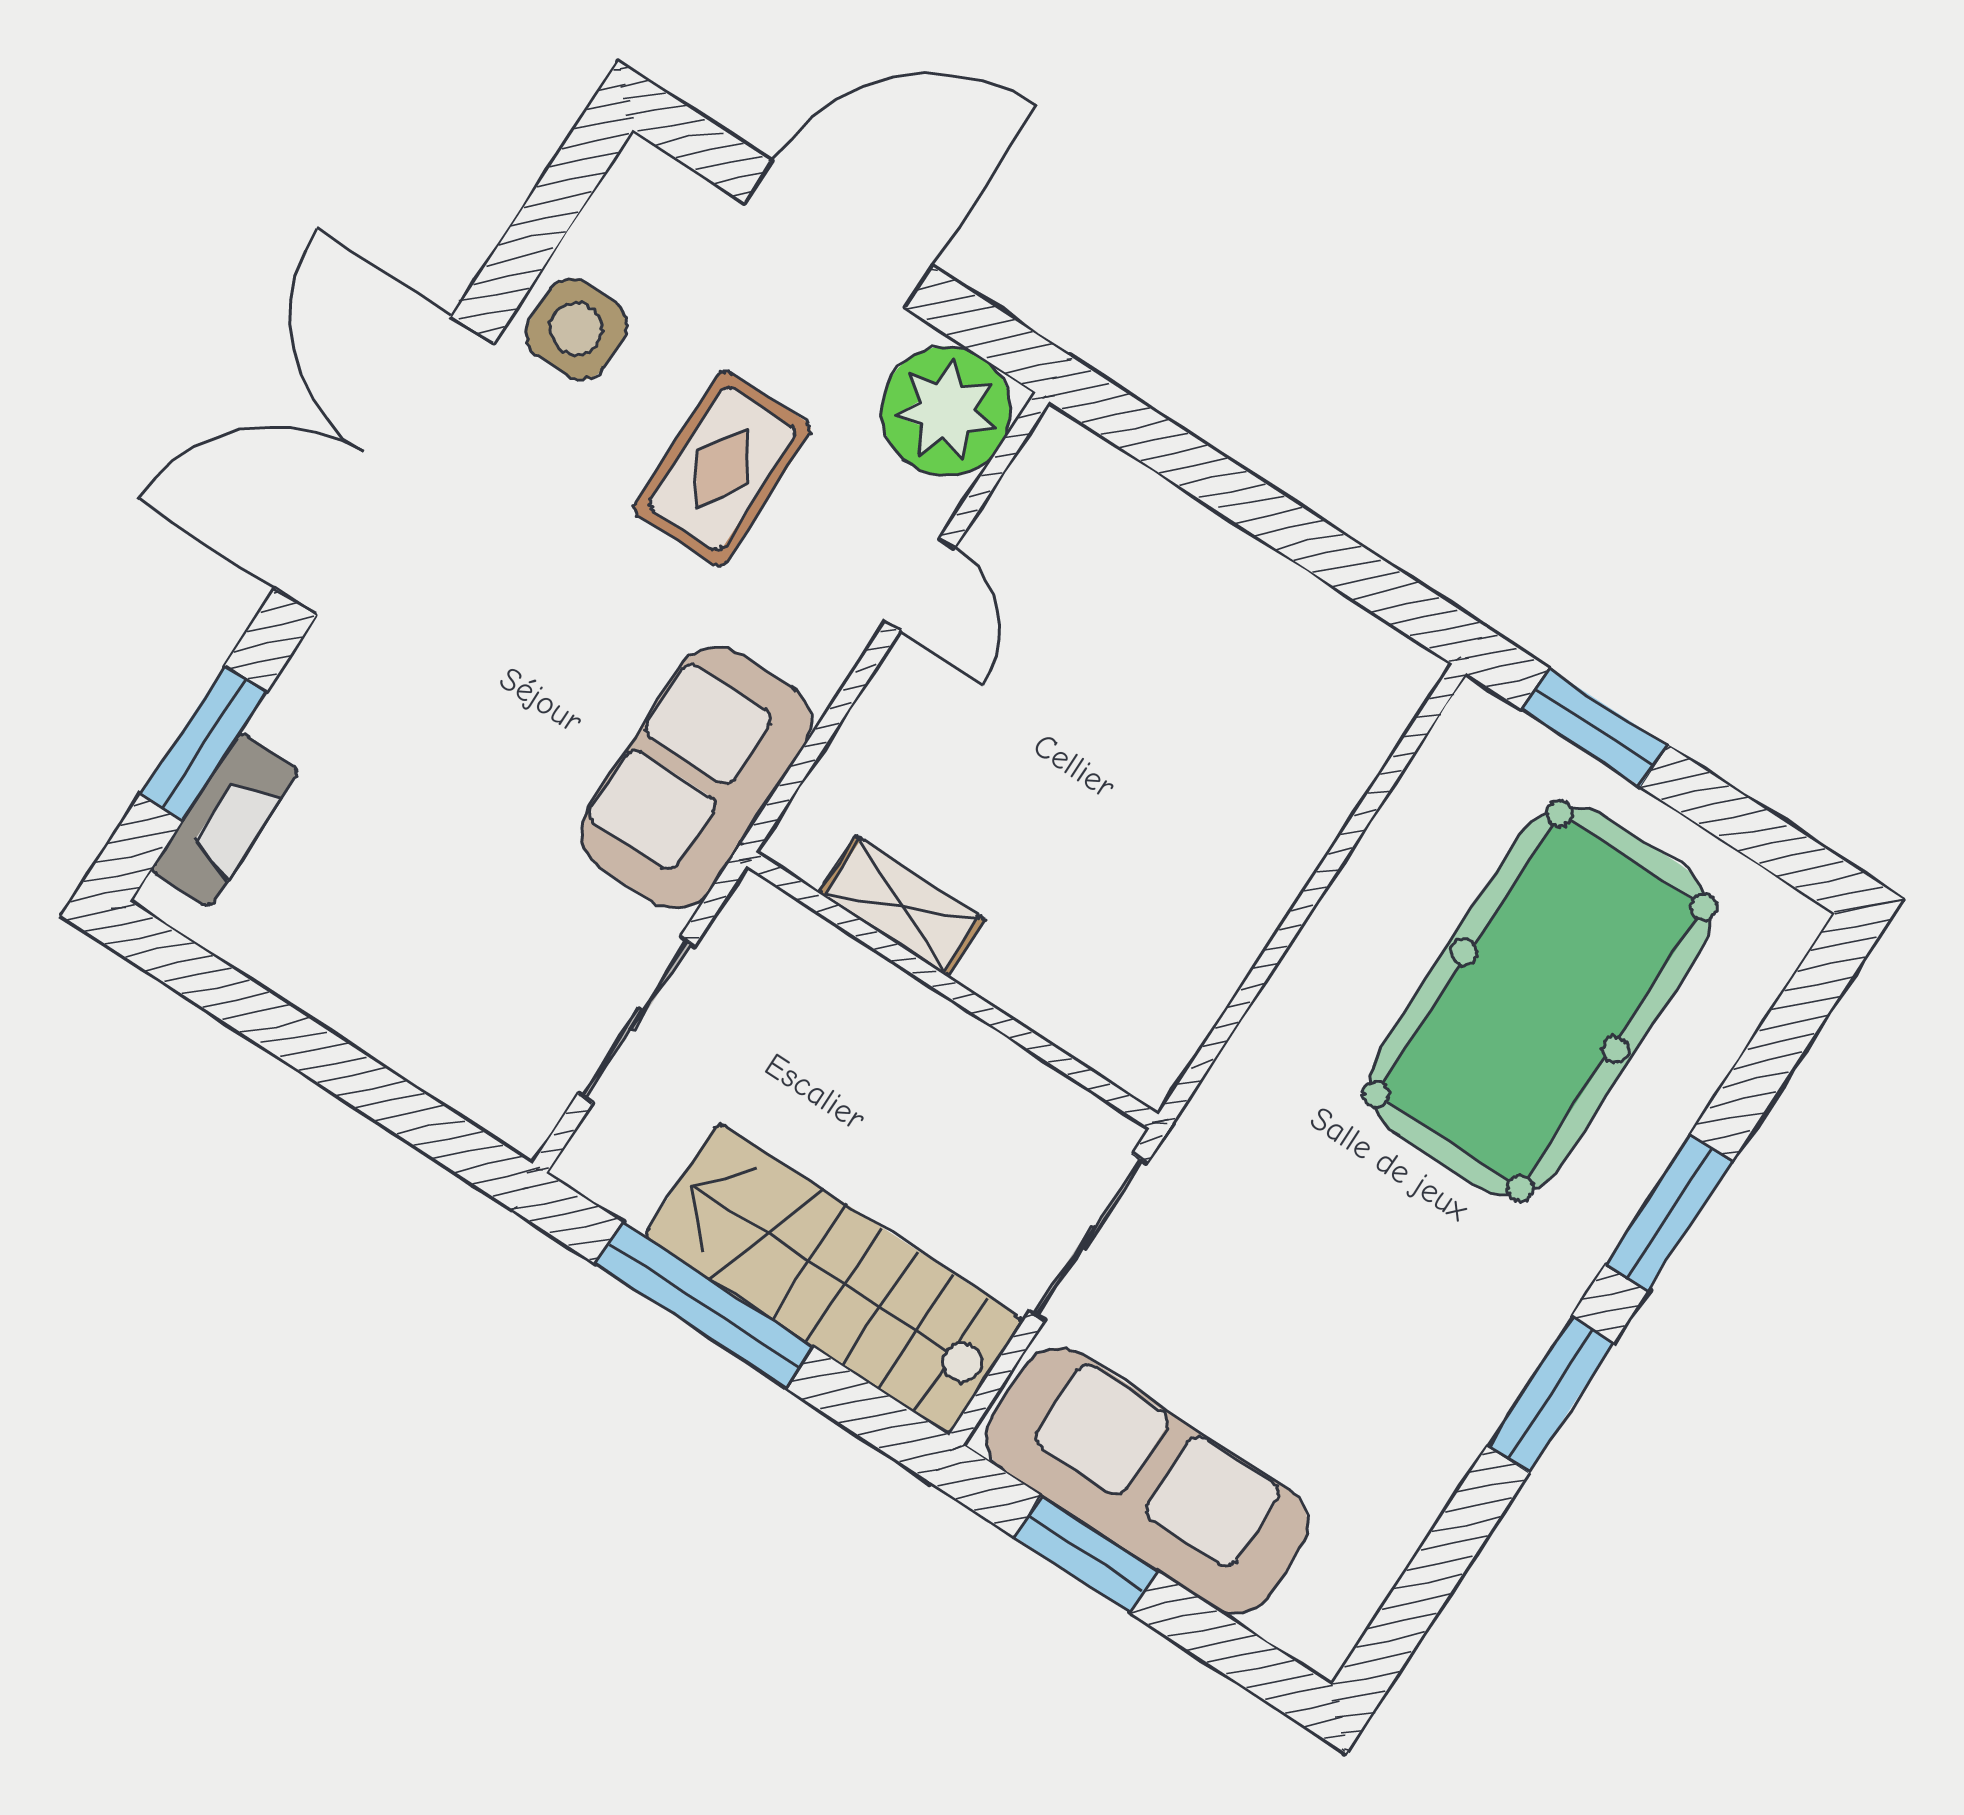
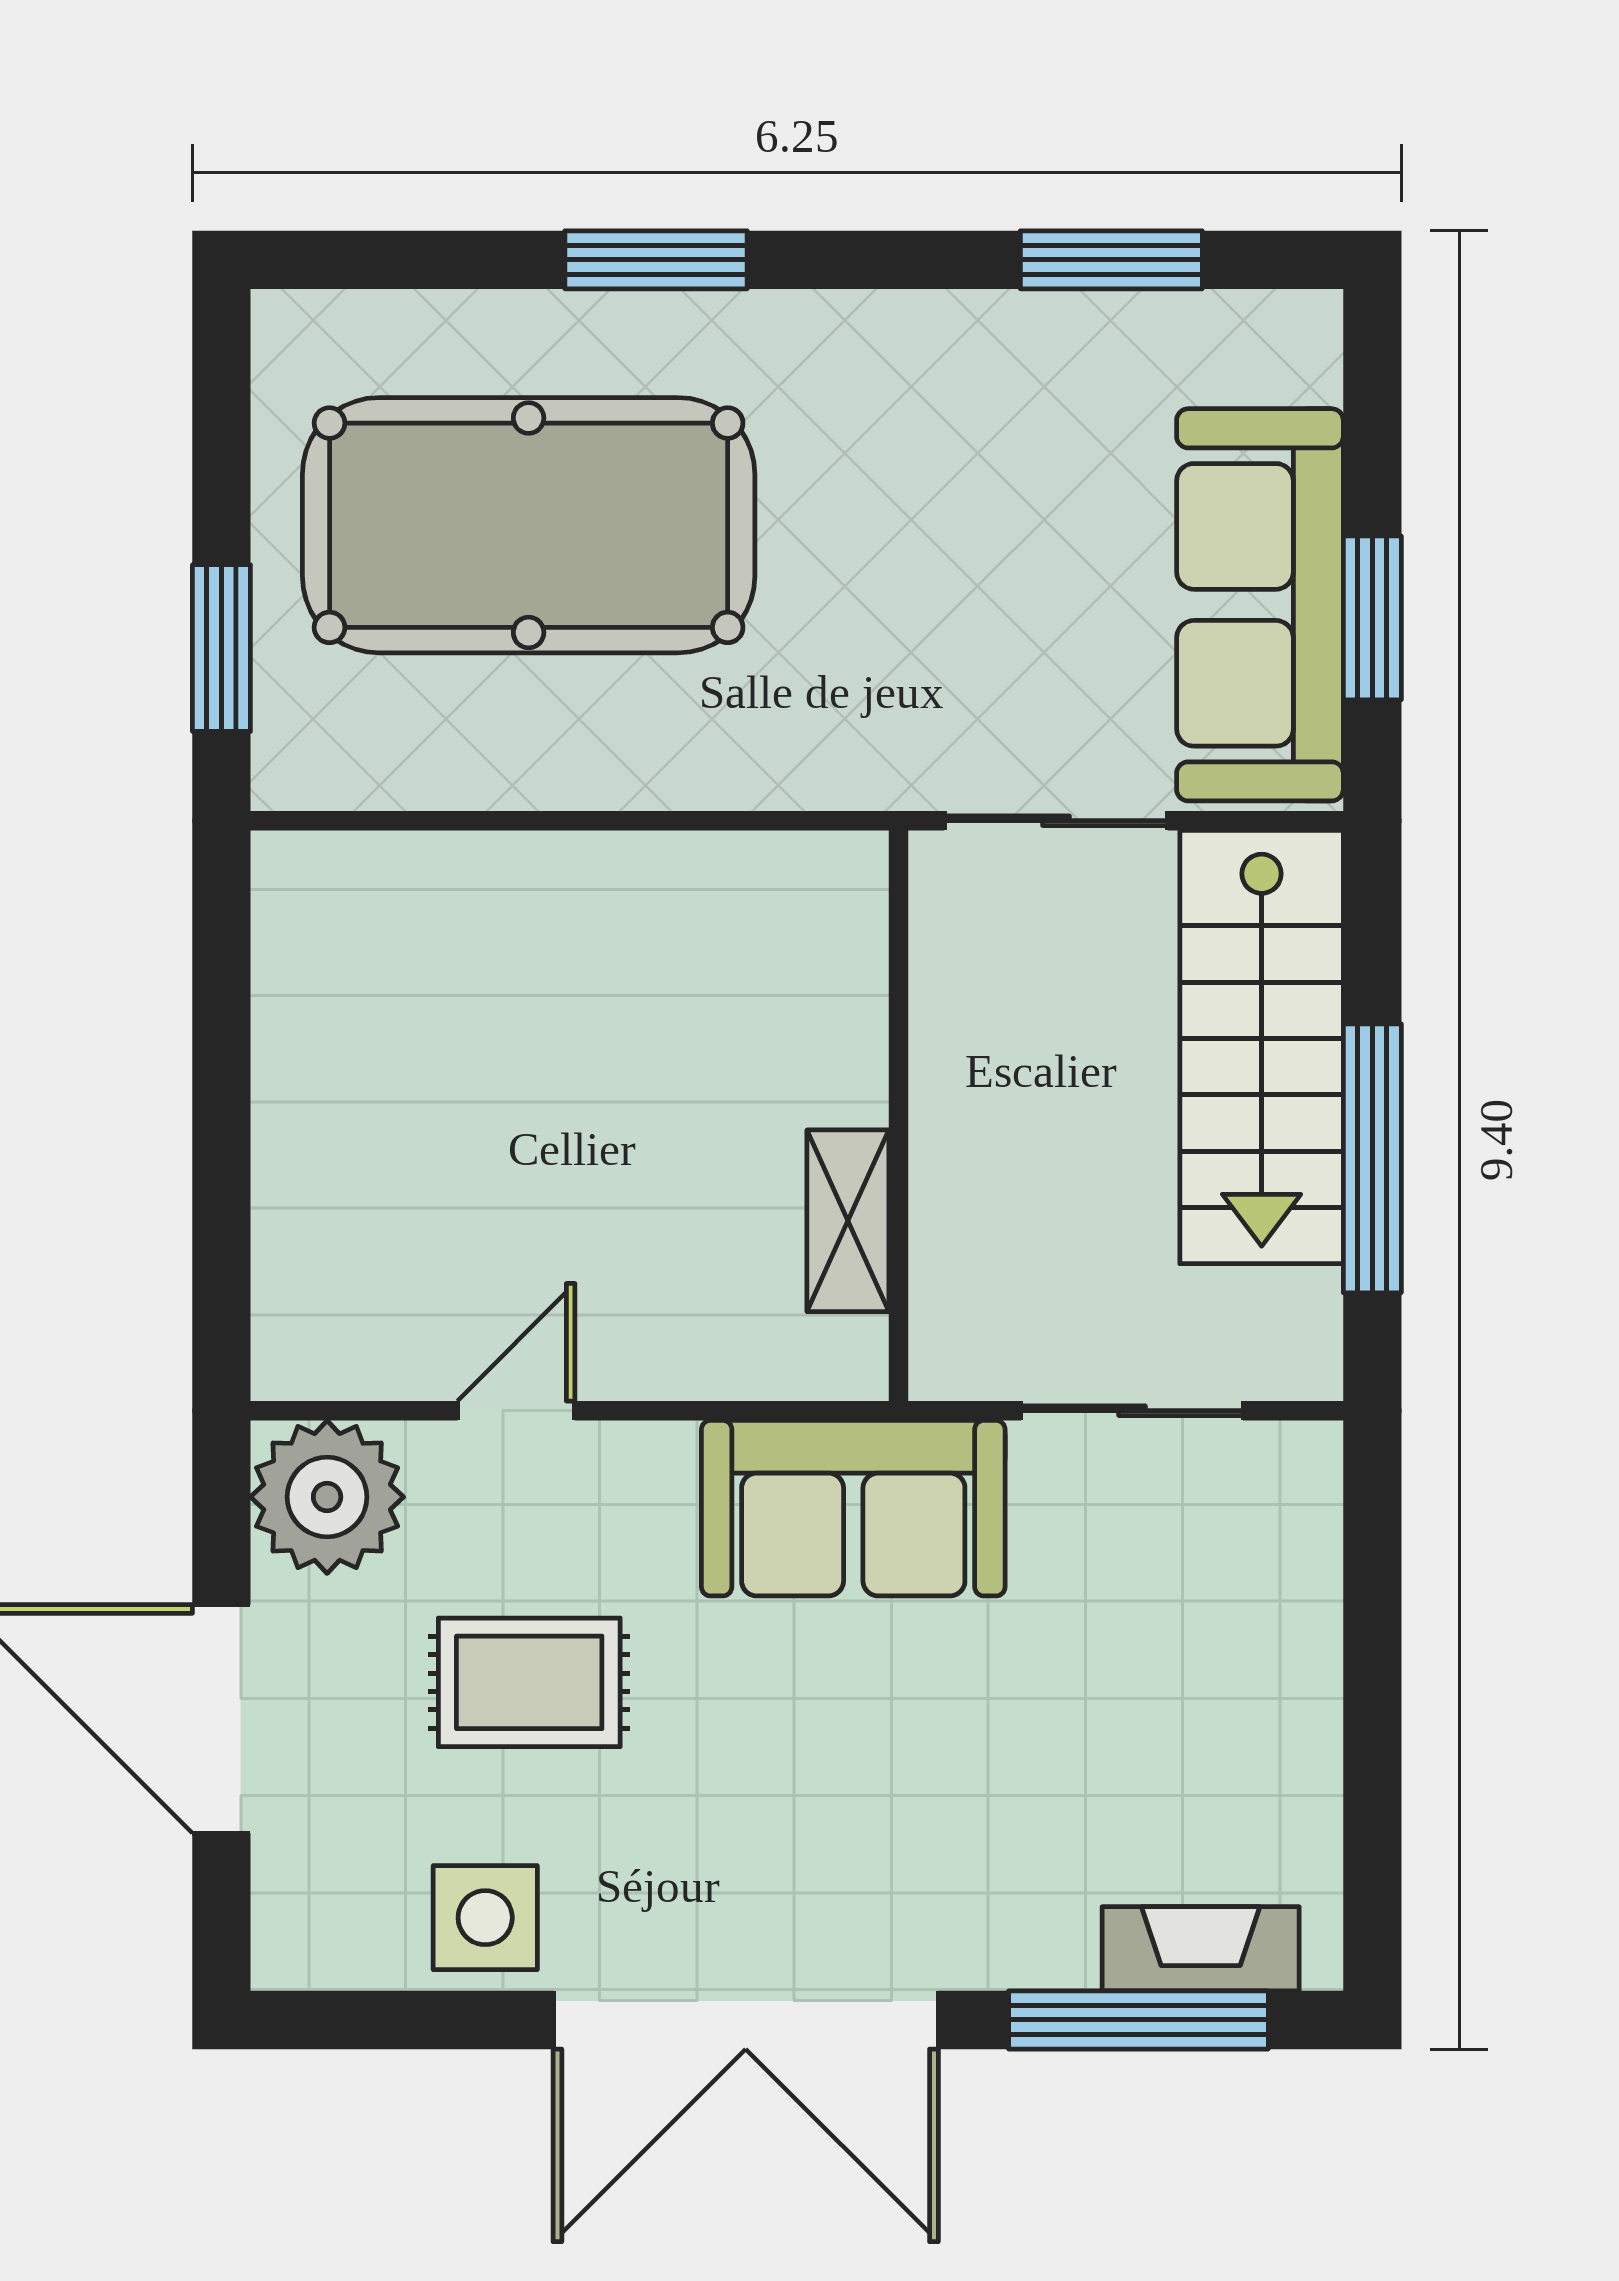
window: (203, 743) -> (1138, 2020), width x1.44
window: (1550, 1395) -> (1111, 260), moved

